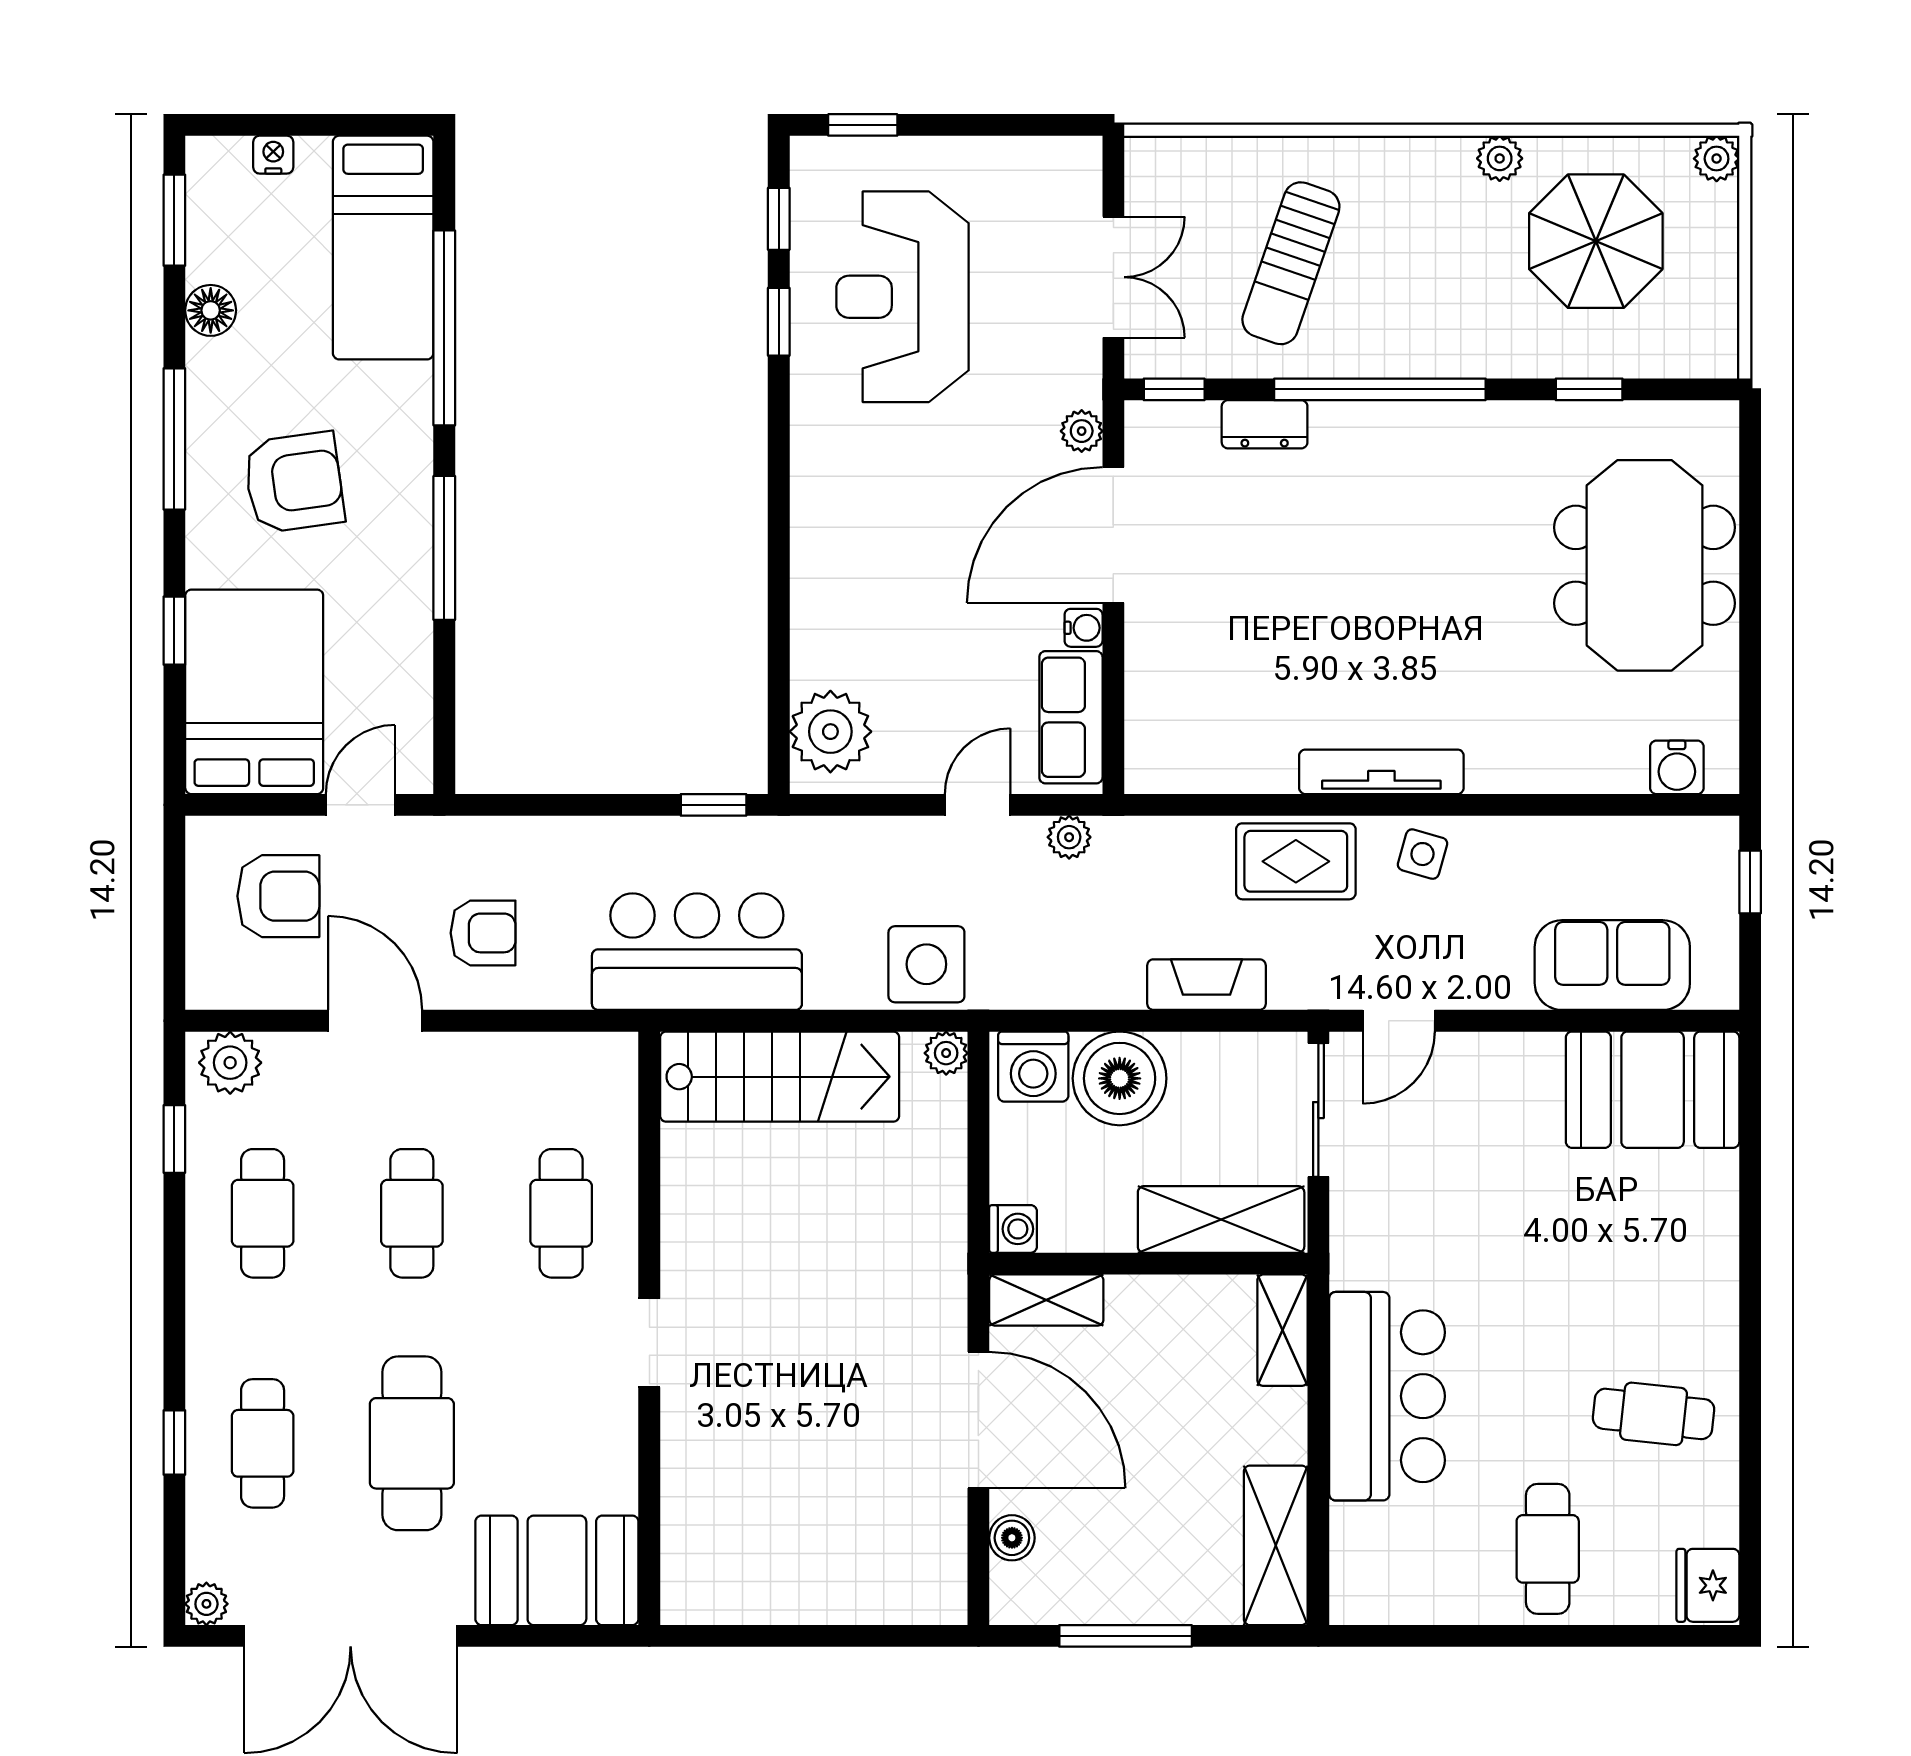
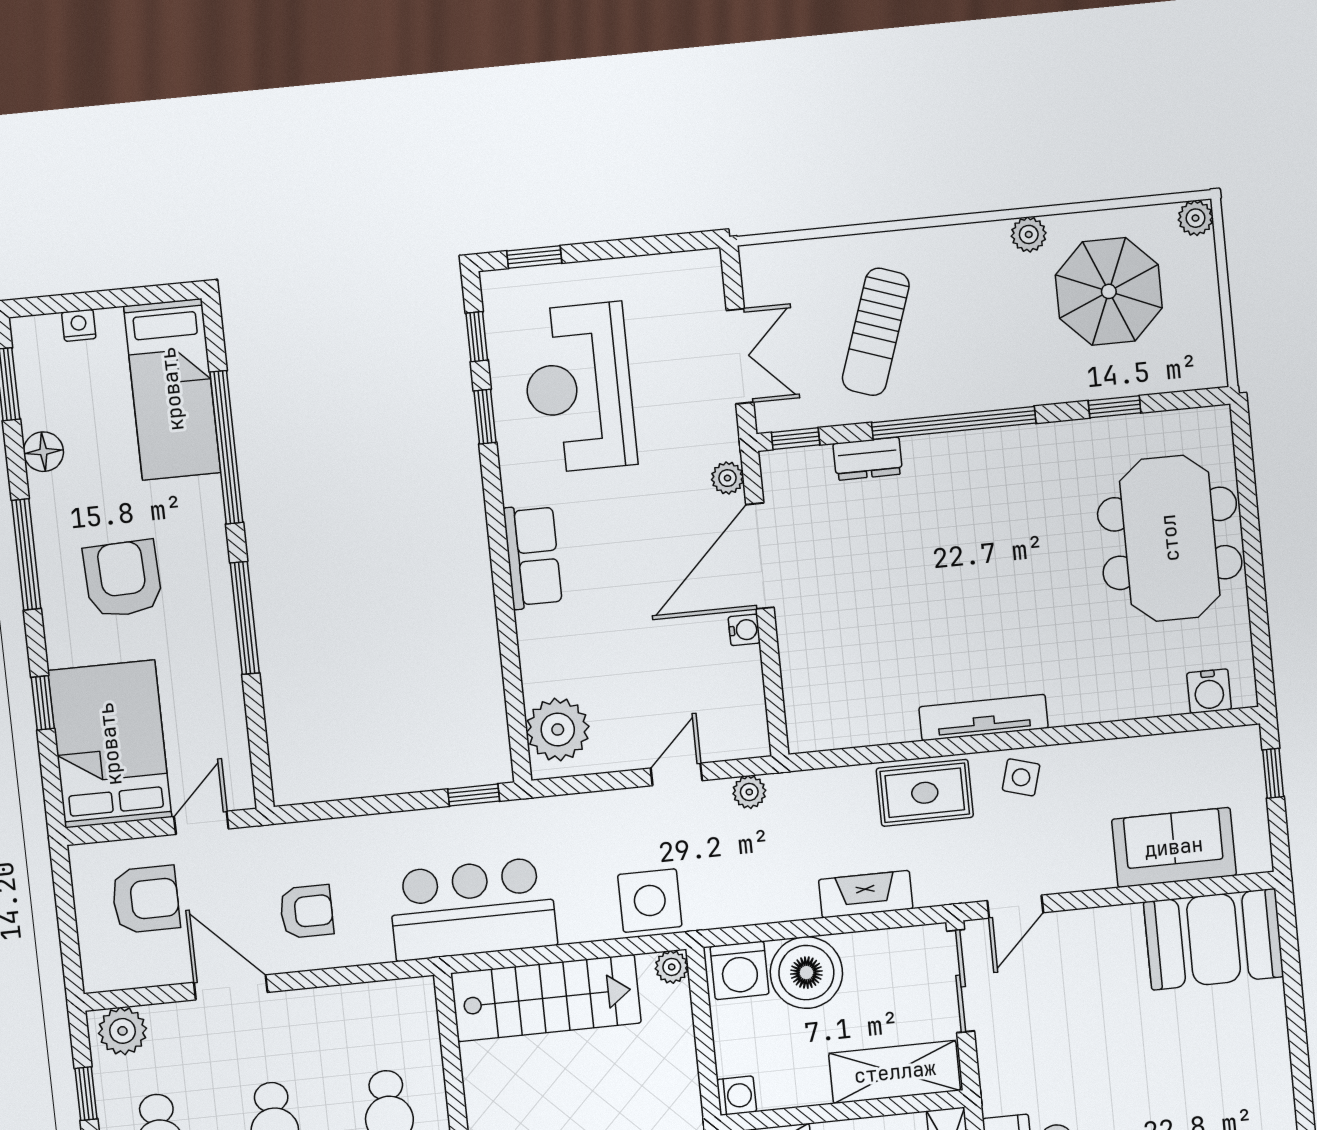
armchair: (294, 482) -> (123, 579), turned -84
row of seats: (1071, 717) -> (533, 557), moved, turned 180

